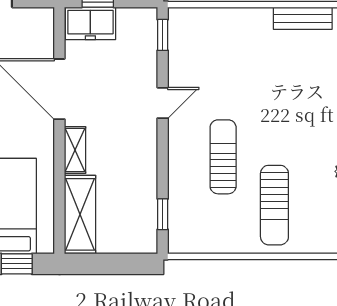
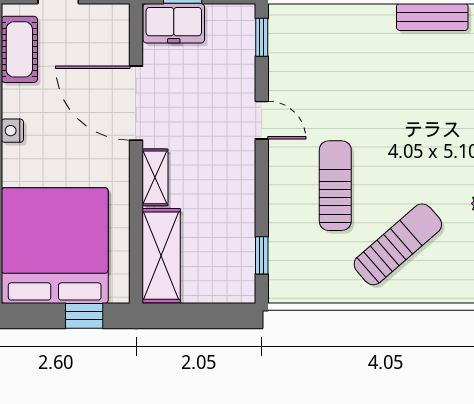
door: (163, 103) -> (262, 120), hinge flipped
sun lounger: (274, 205) -> (398, 244), turned -131

